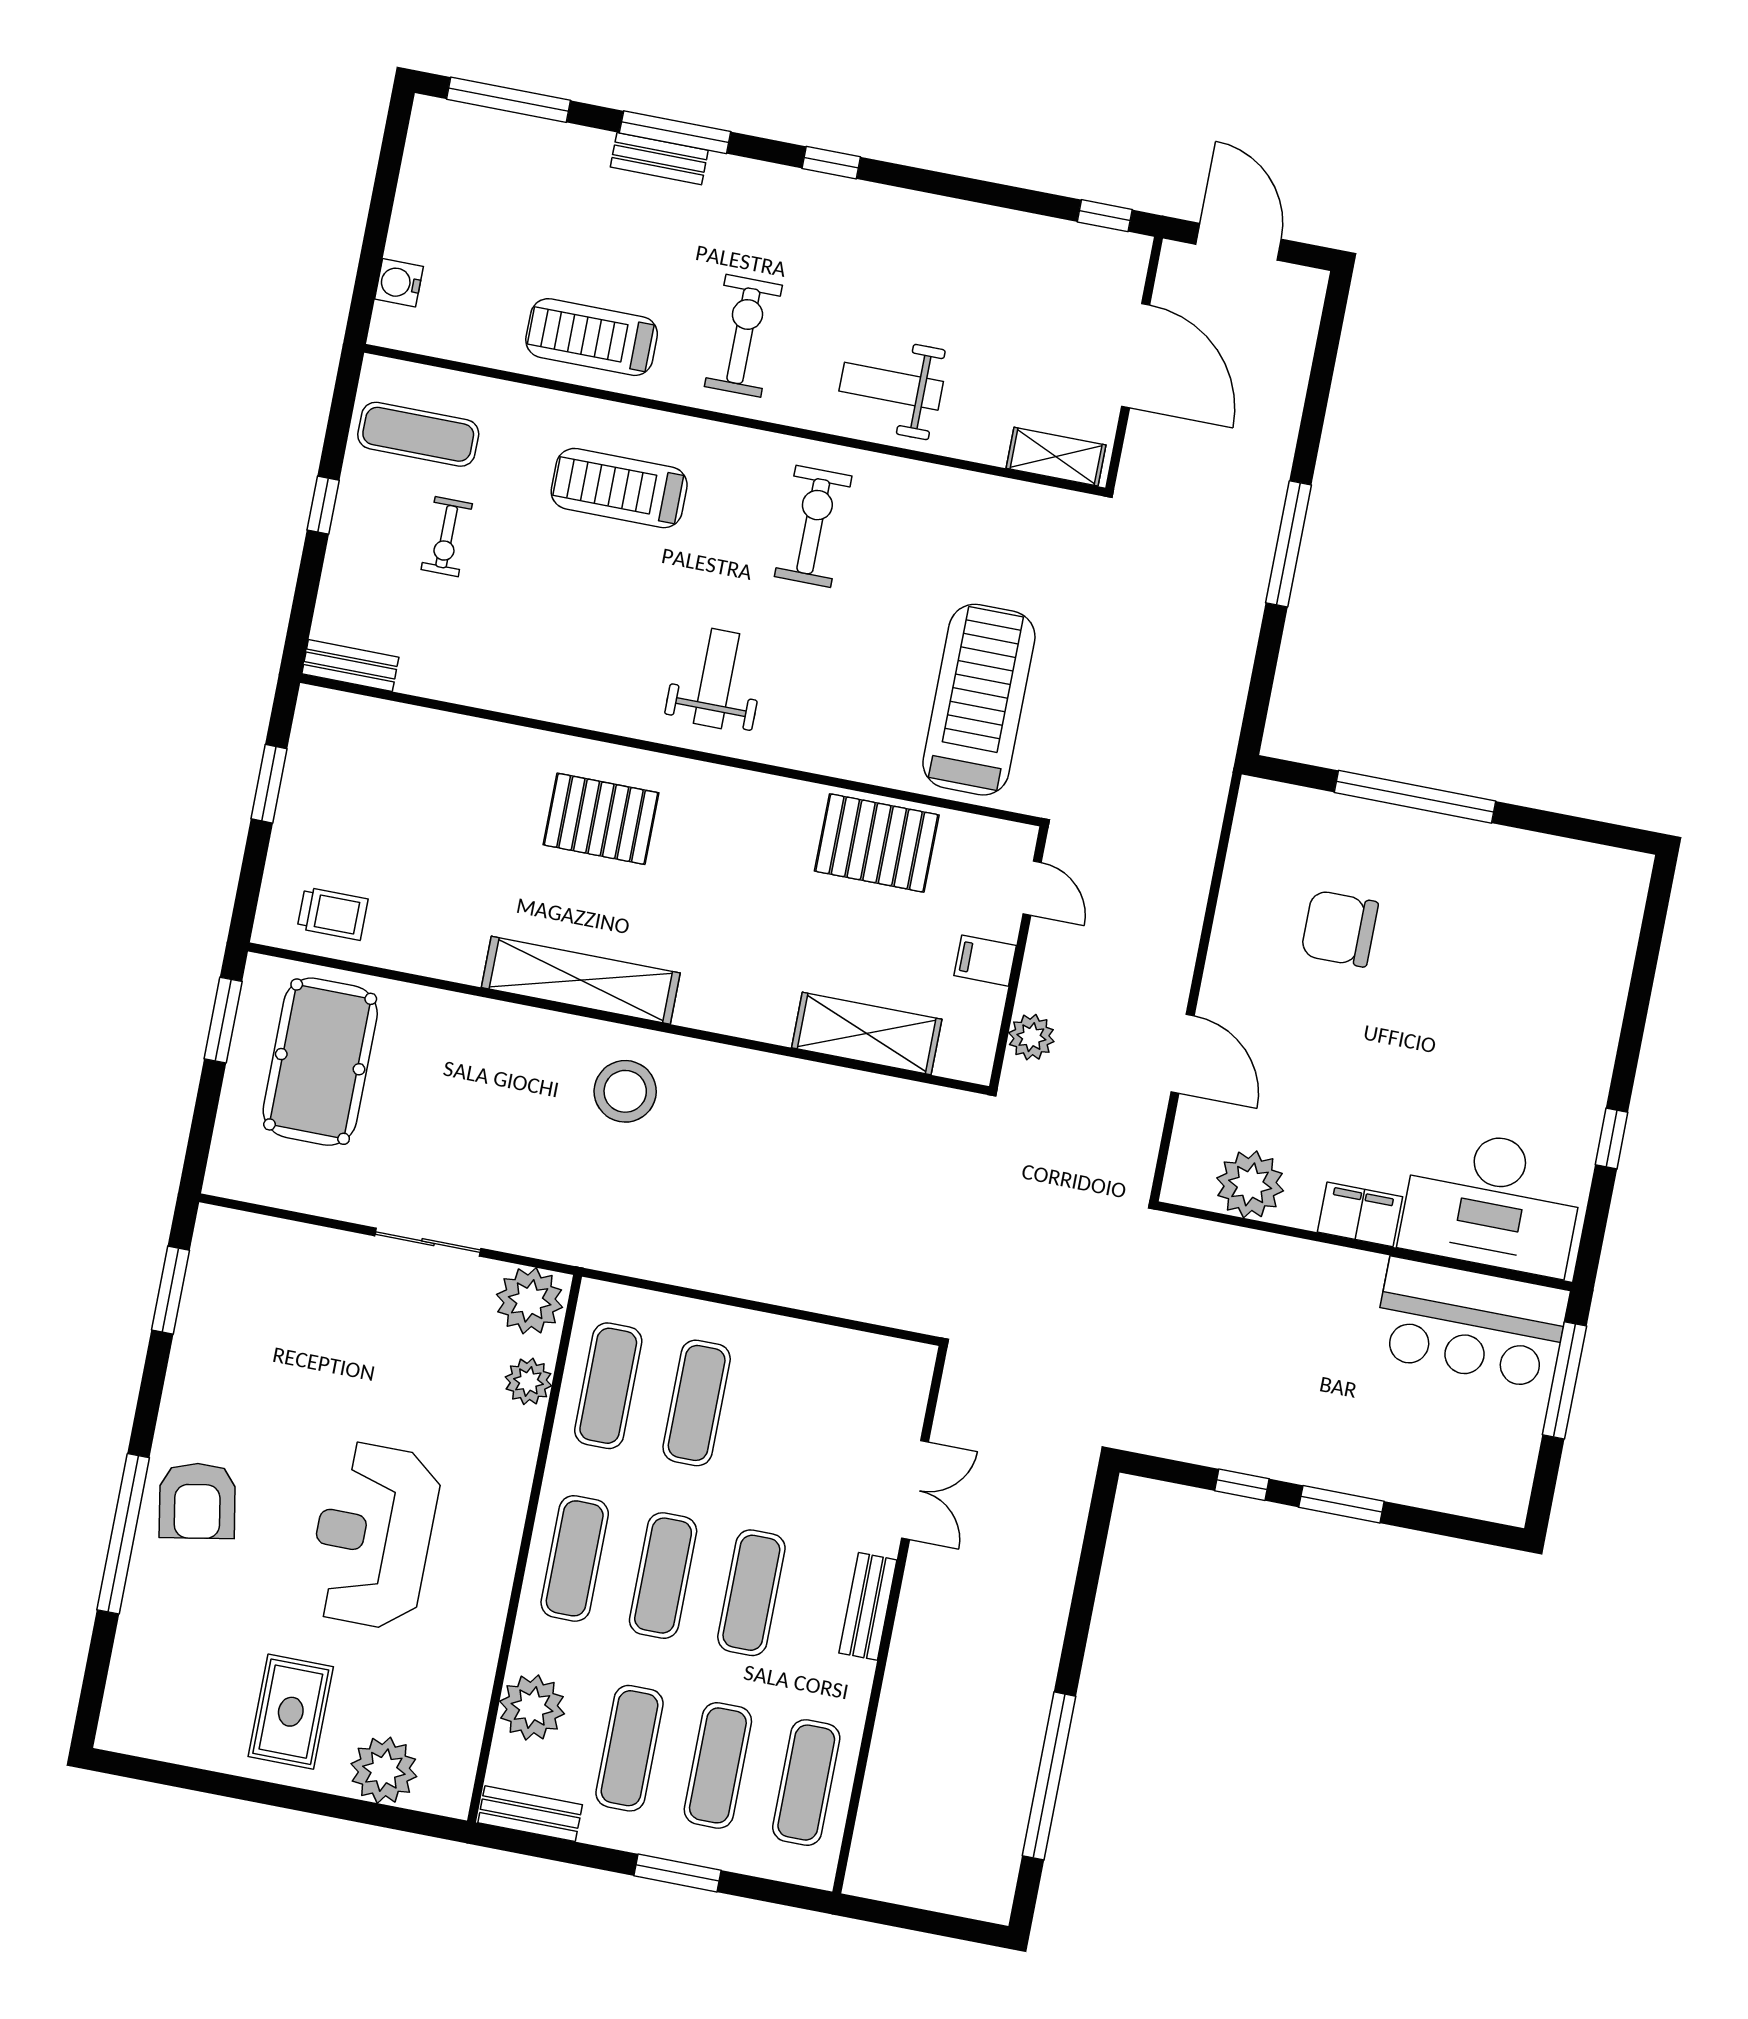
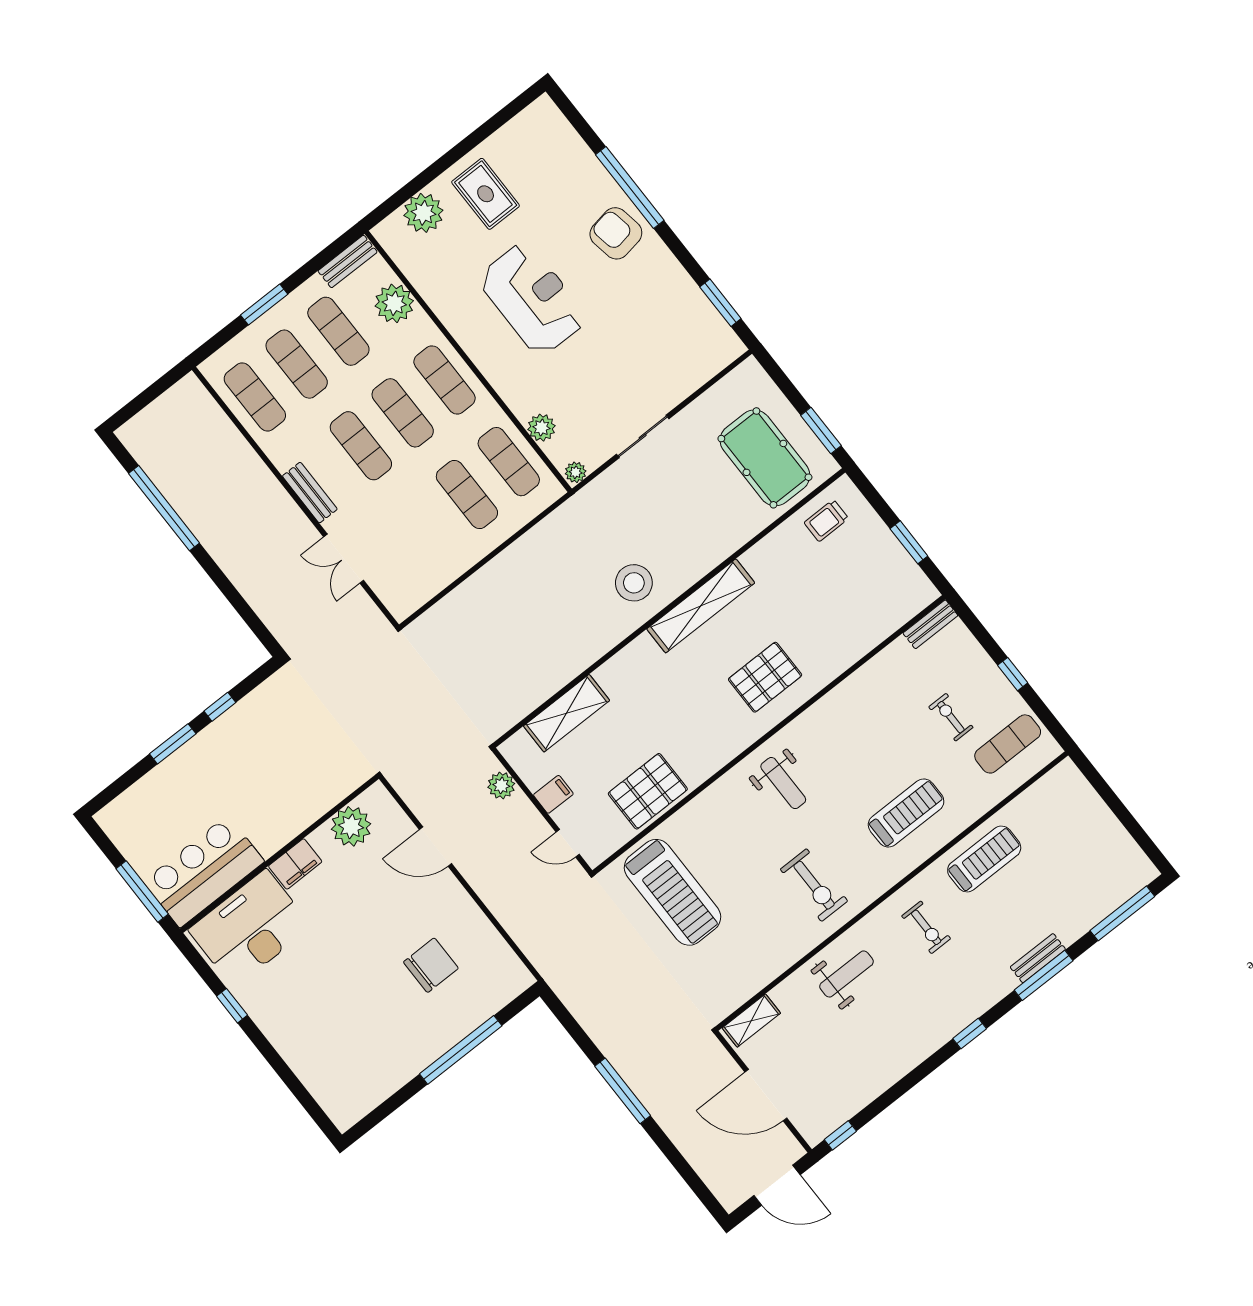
water cooler: (399, 283) -> (1083, 794), removed
exercise bike: (743, 336) -> (926, 927), width x0.73, depth x0.72
plant: (530, 1301) -> (576, 472), width x0.53, depth x0.53

